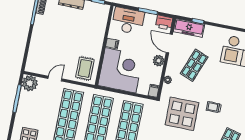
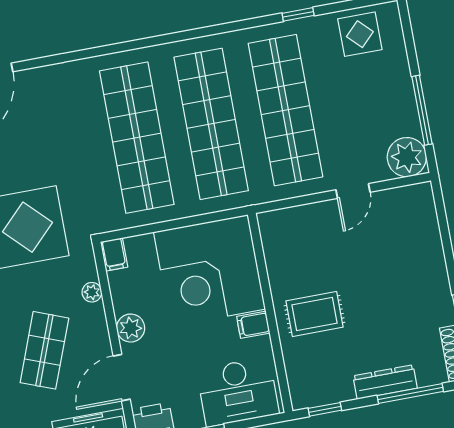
door: (169, 43) -> (122, 378), swing flipped
rug: (85, 68) -> (314, 314), moved, turned 90

